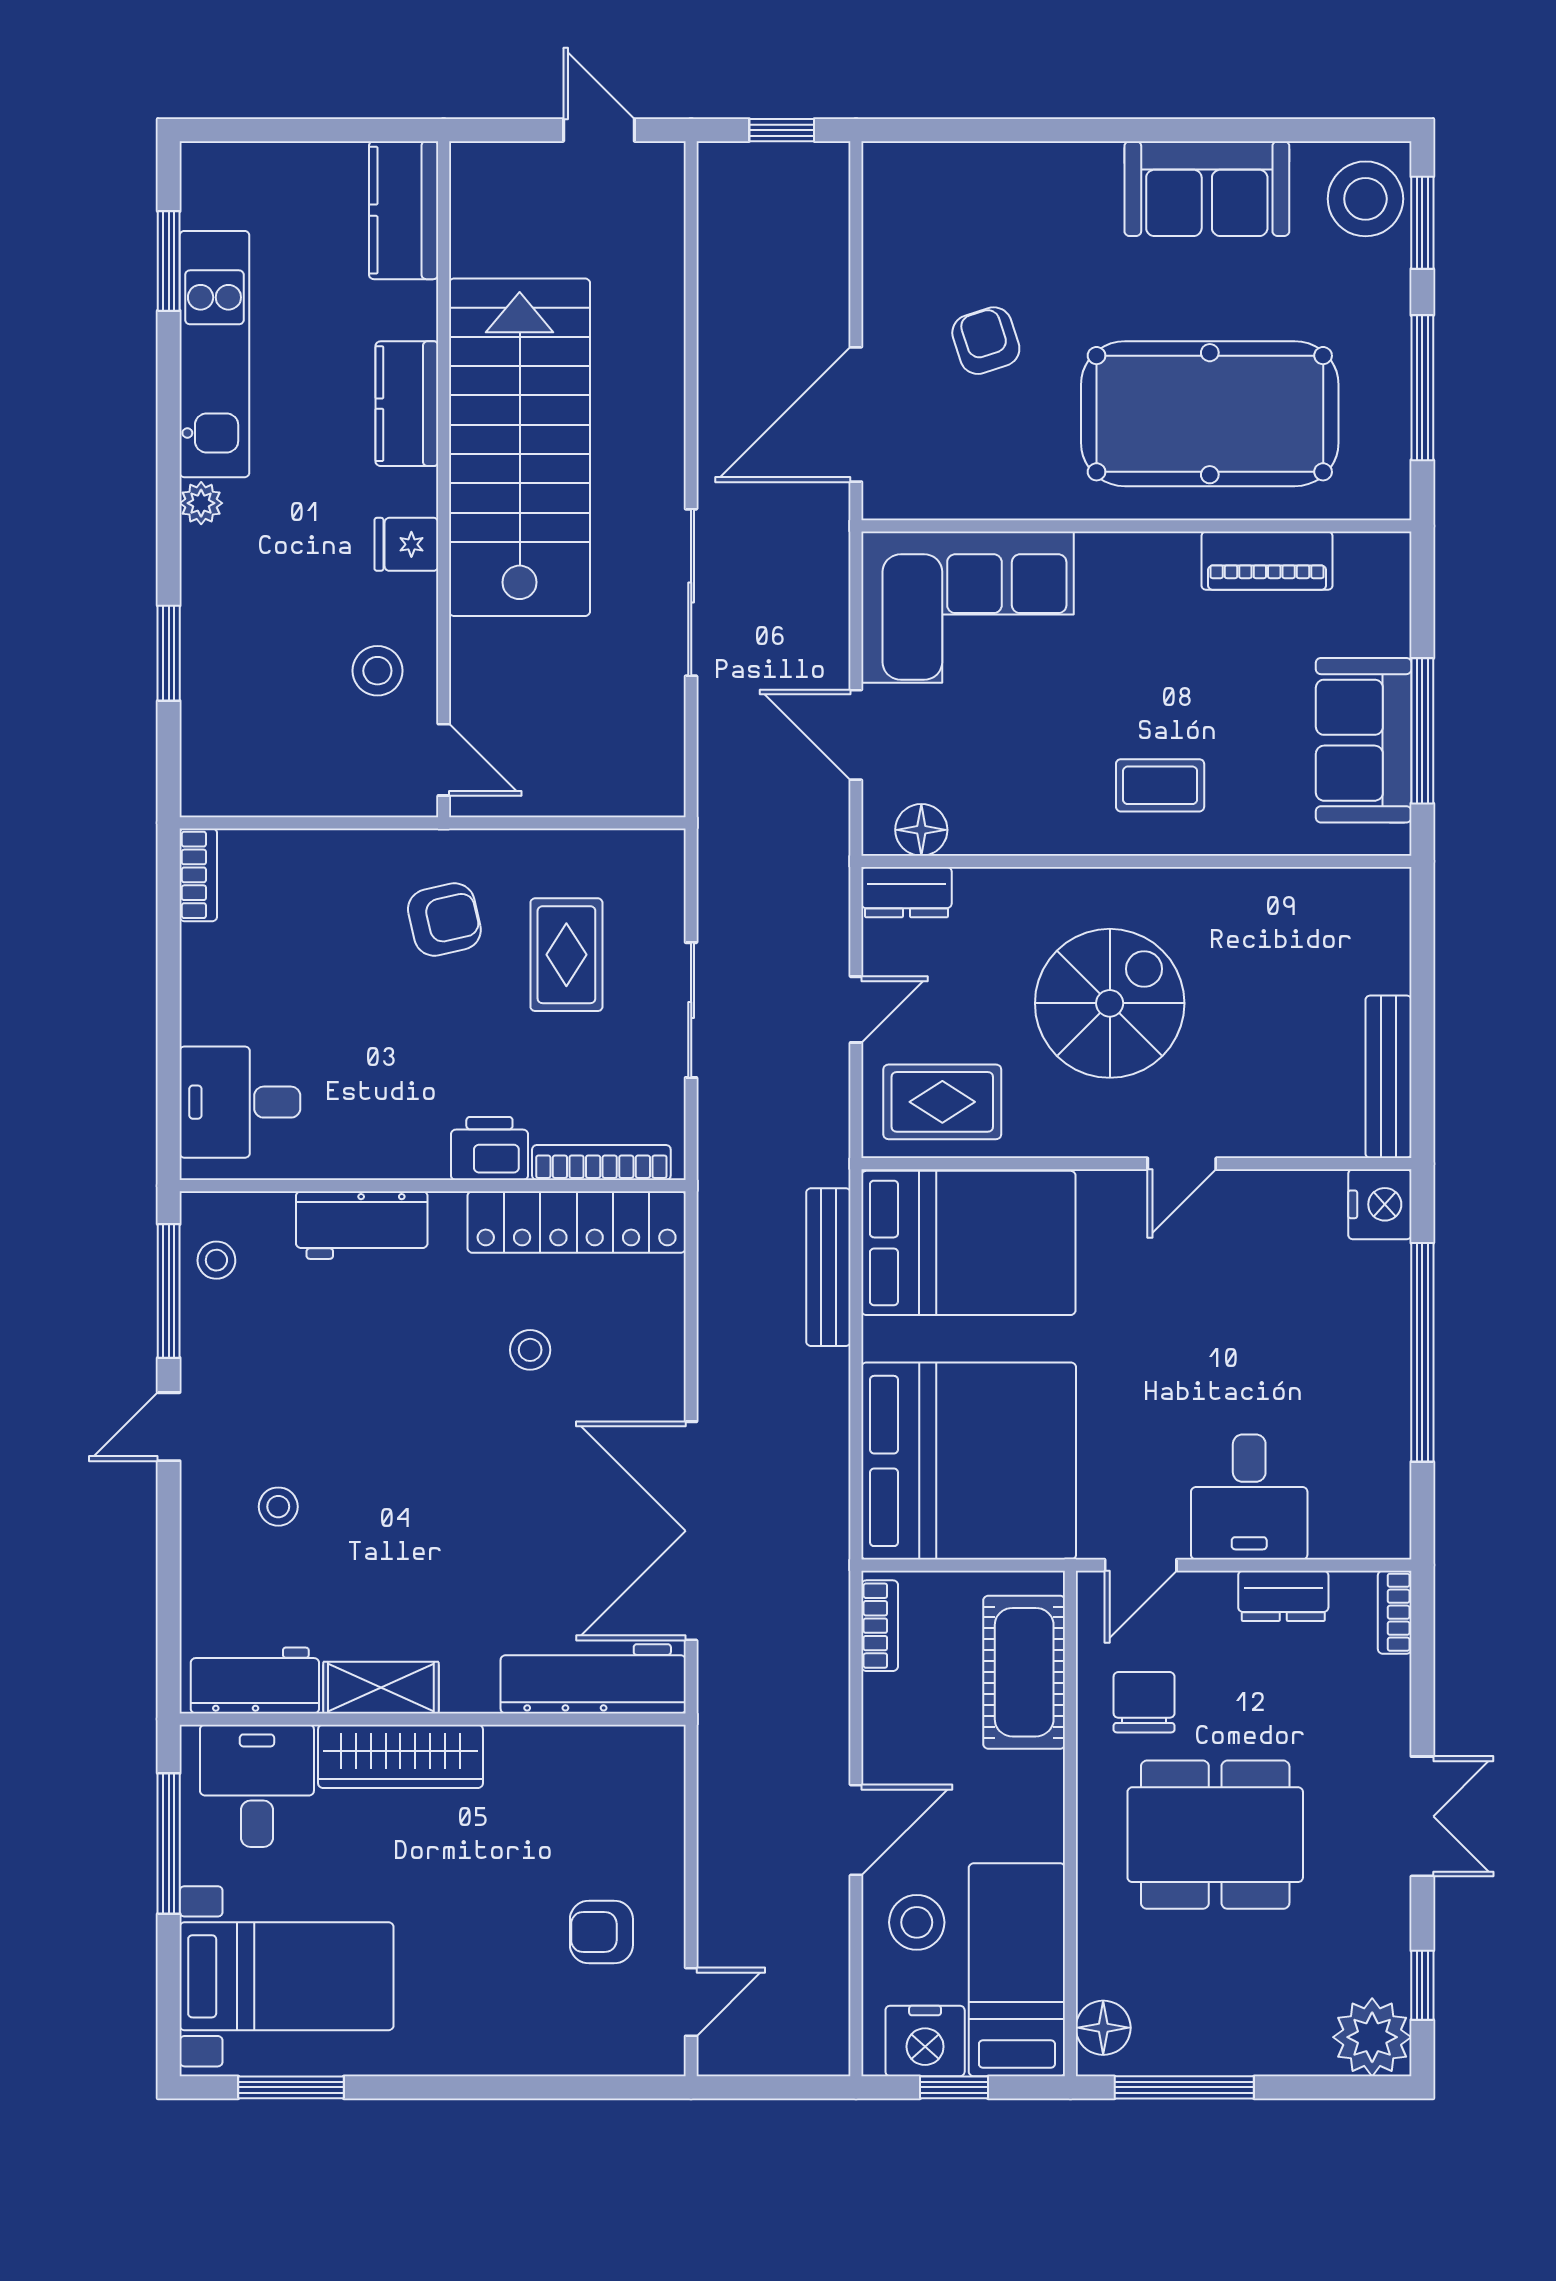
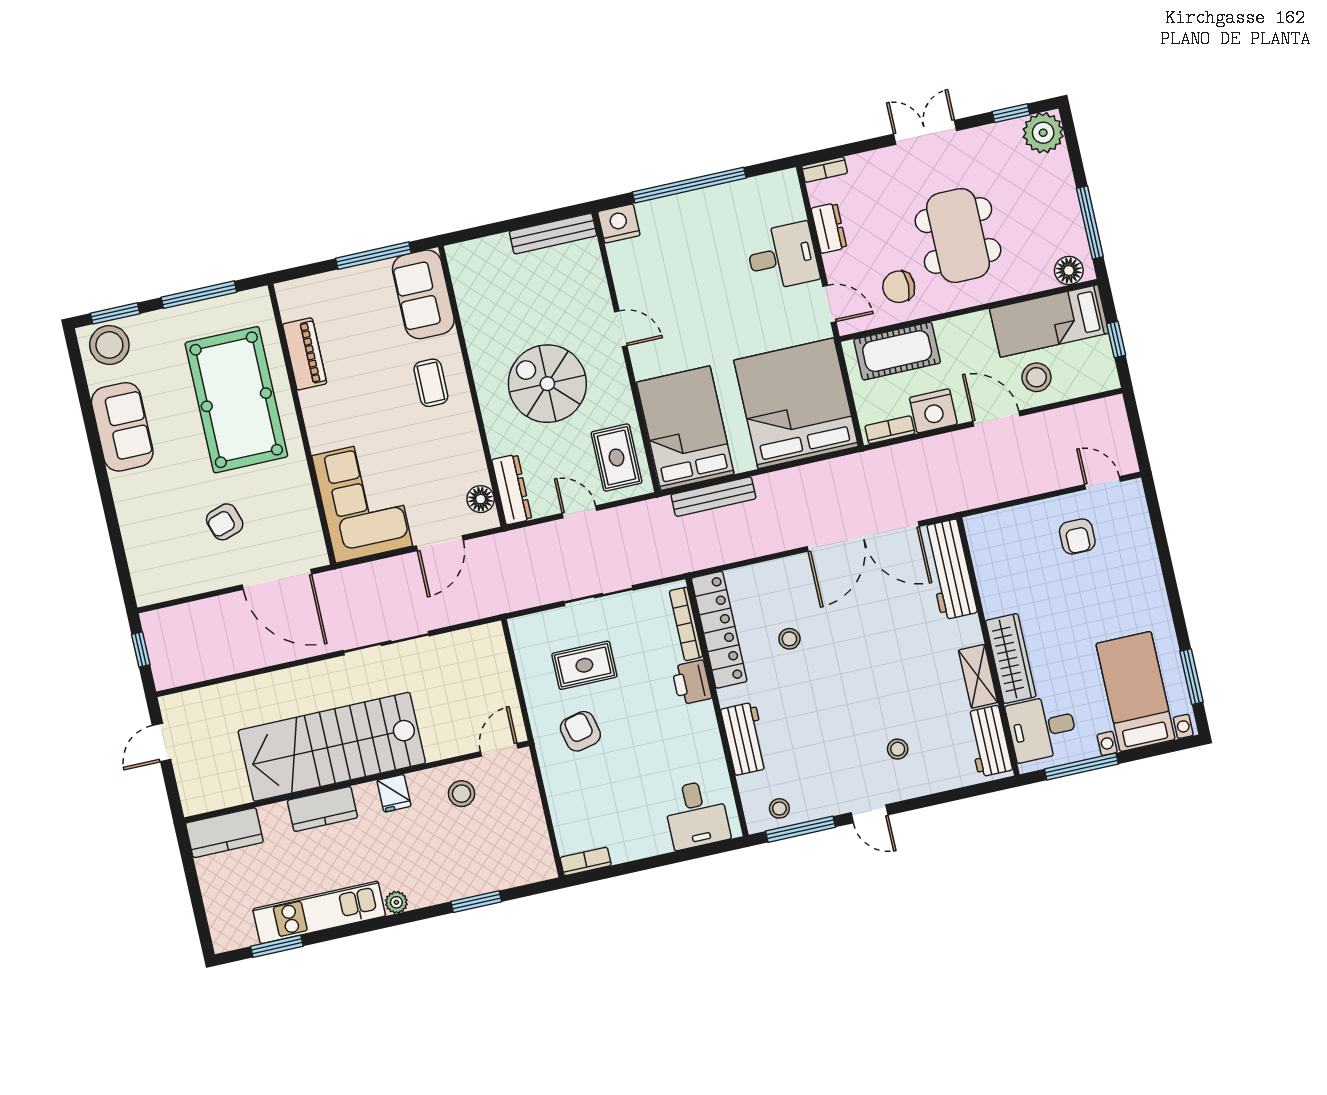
sofa: (1364, 740) -> (423, 294), moved, turned 90
dresser: (906, 892) -> (512, 490), width x1.44
nightstand: (925, 2041) -> (933, 411), moved, turned 90

